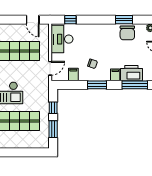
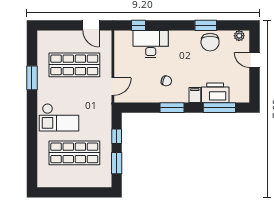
desk: (62, 39) -> (151, 44), moved, turned 90
filing cabinet: (73, 75) -> (142, 95), removed

